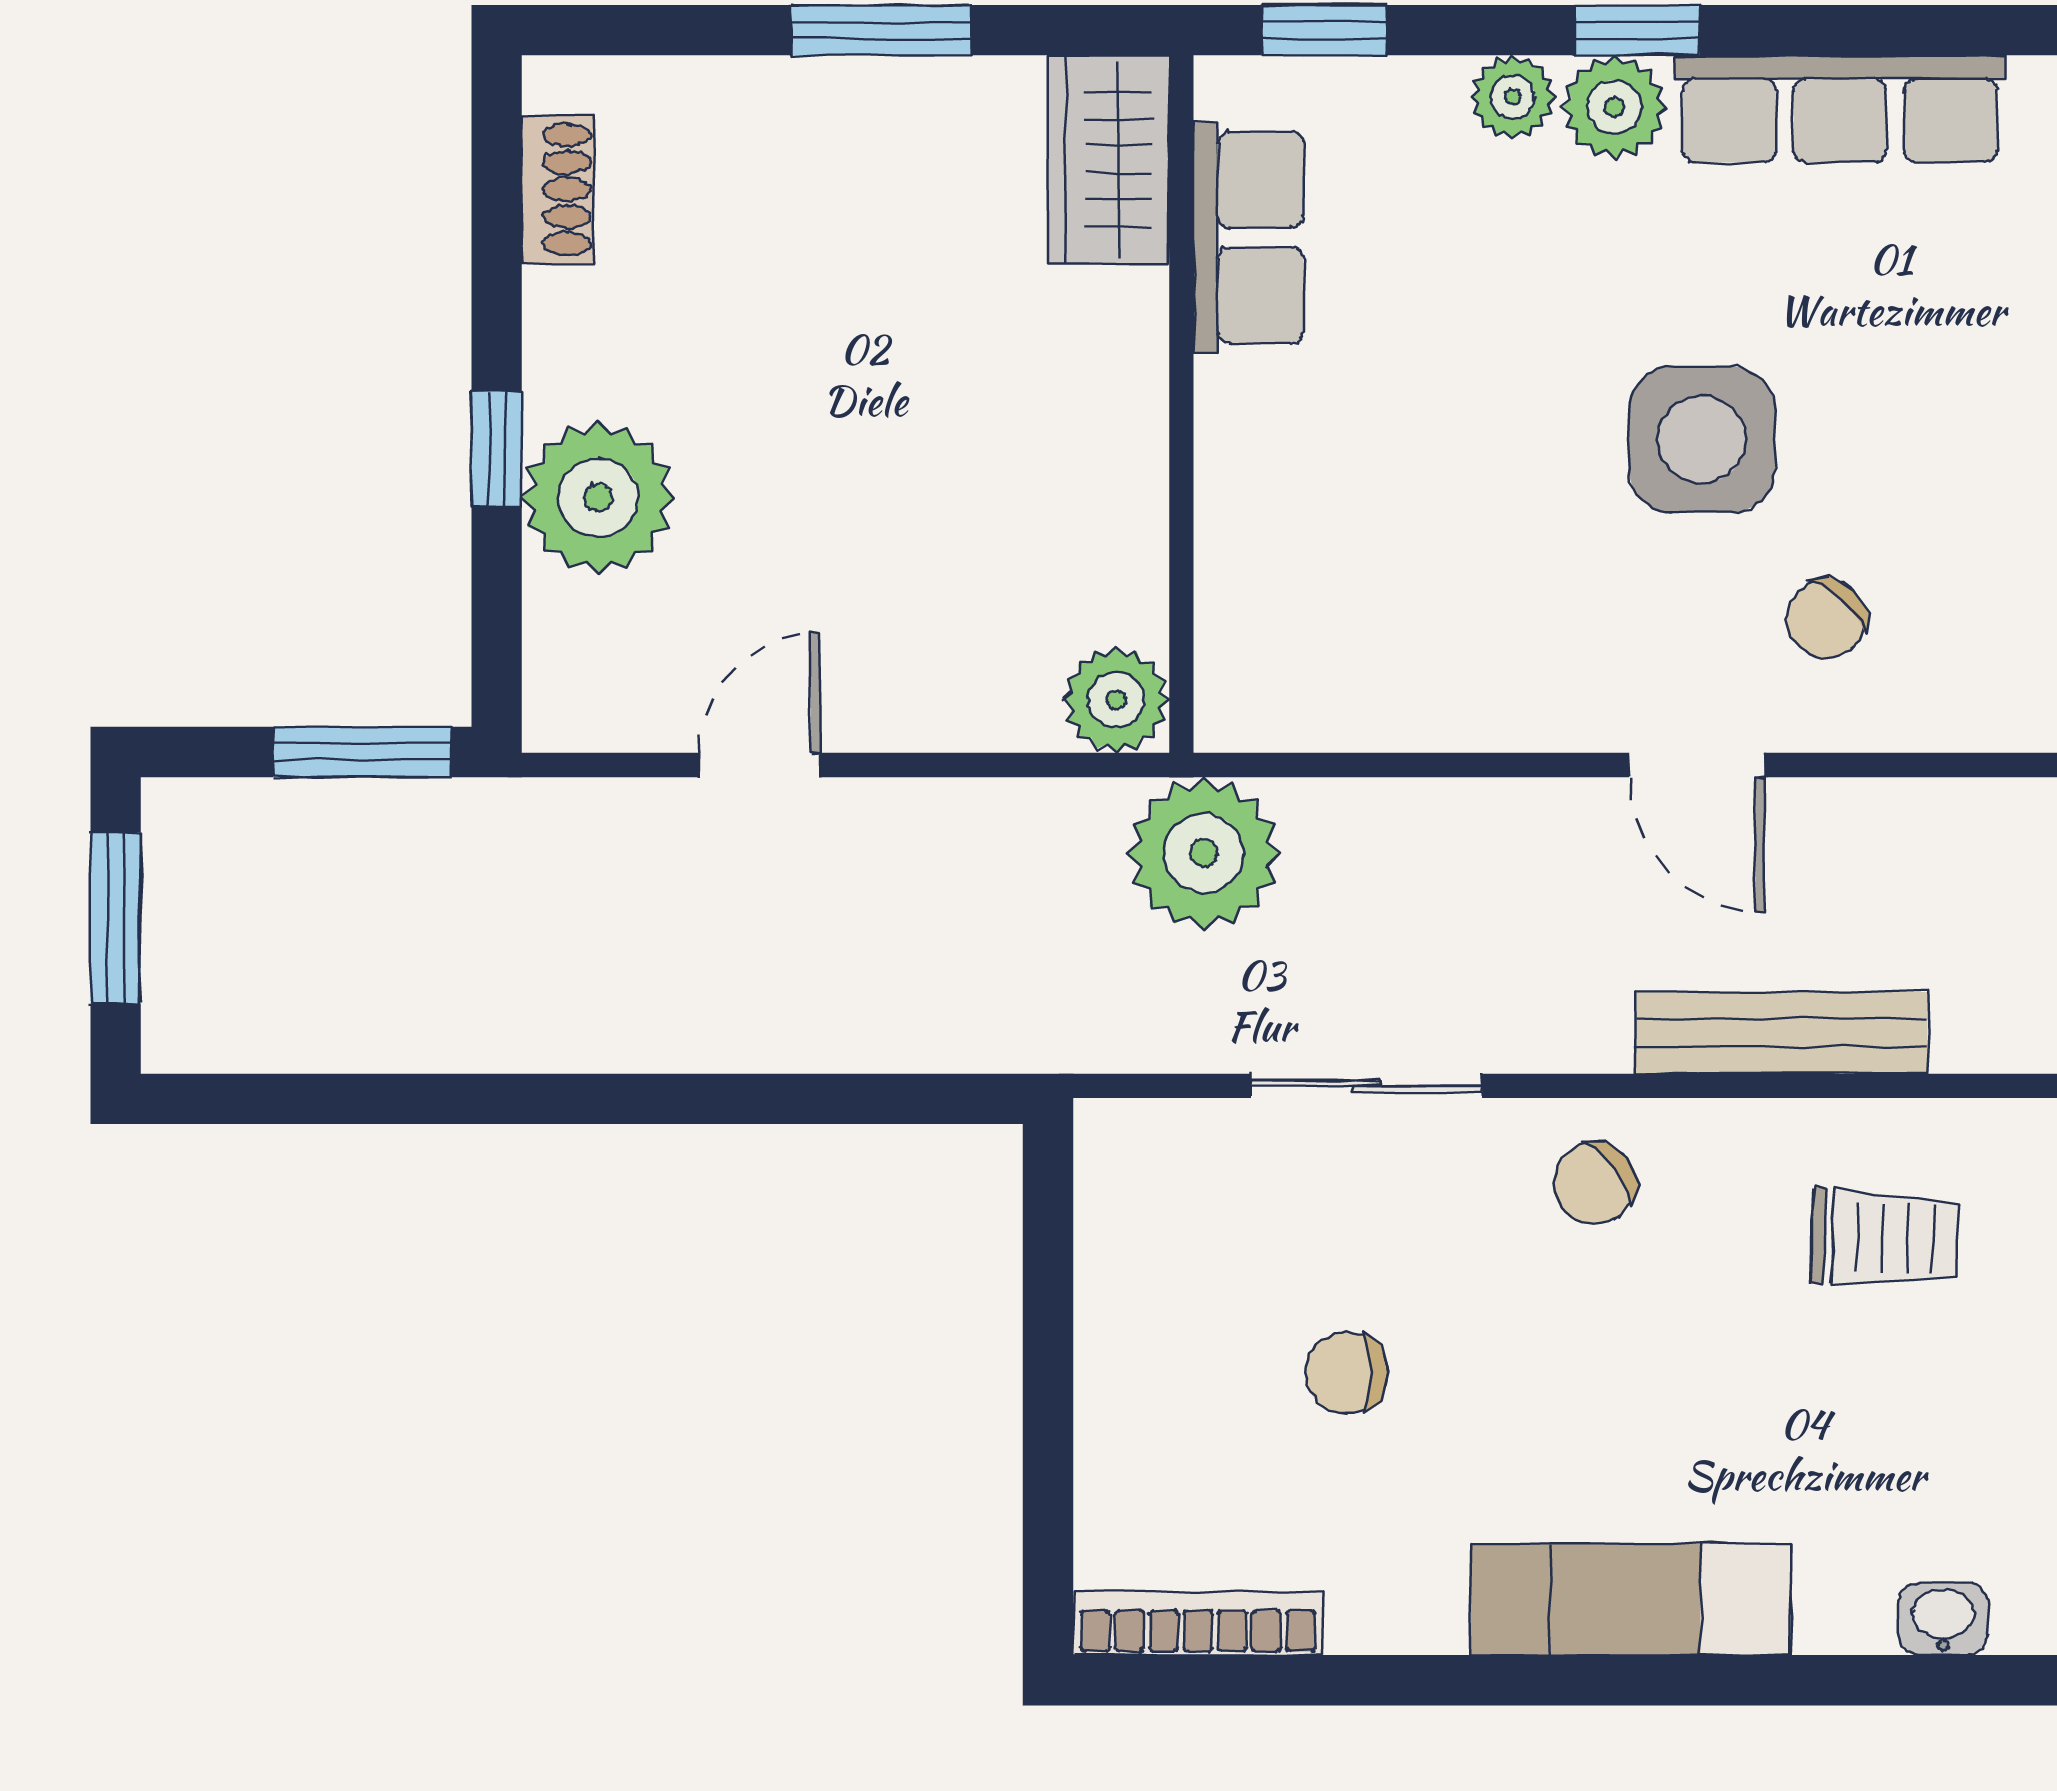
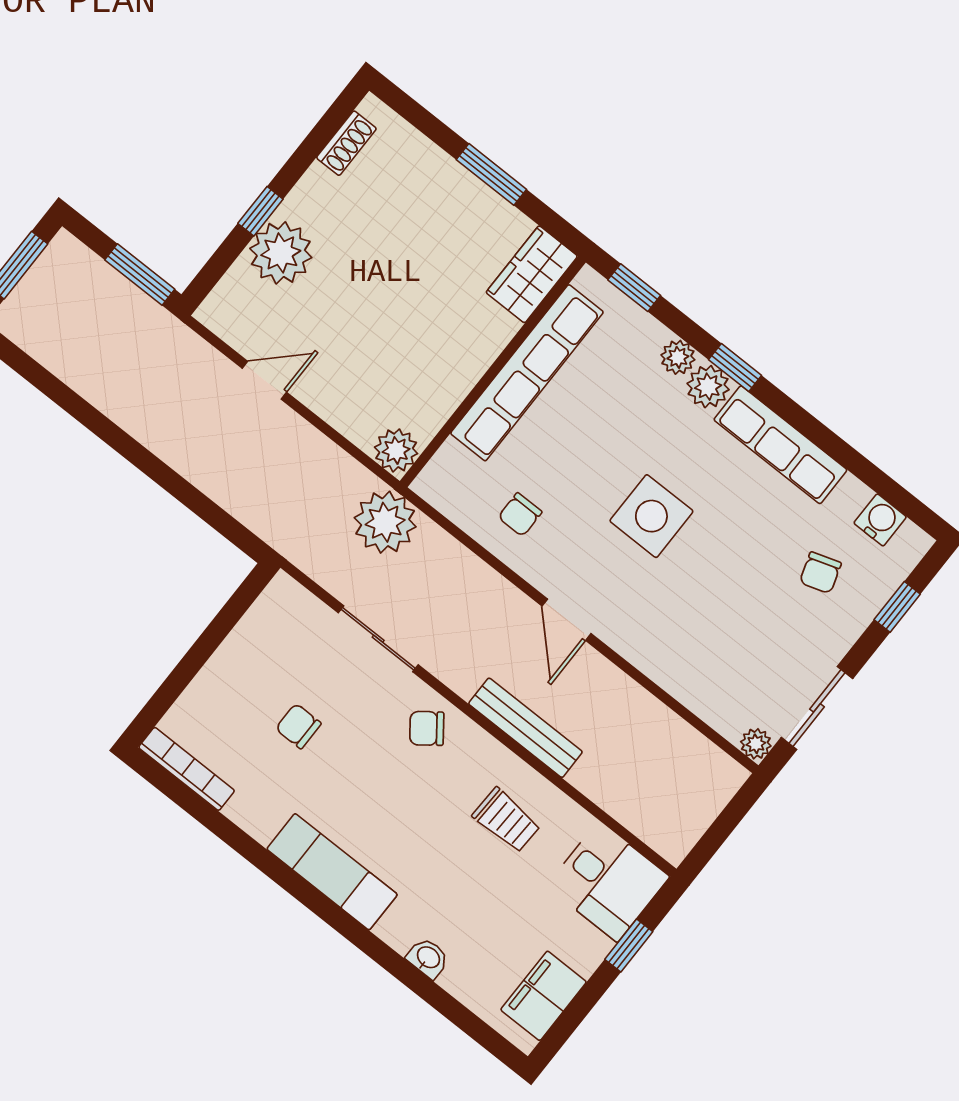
row of seats: (1248, 237) -> (527, 373), width x2.02
chair: (1826, 619) -> (520, 515), moved, turned -43

